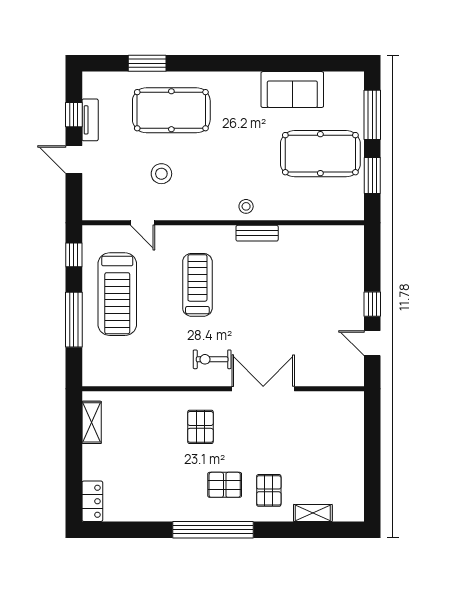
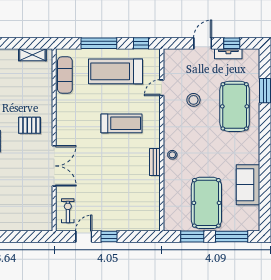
exercise bike: (212, 359) -> (68, 211), moved
exercise mat: (123, 372) -> (65, 75), added

